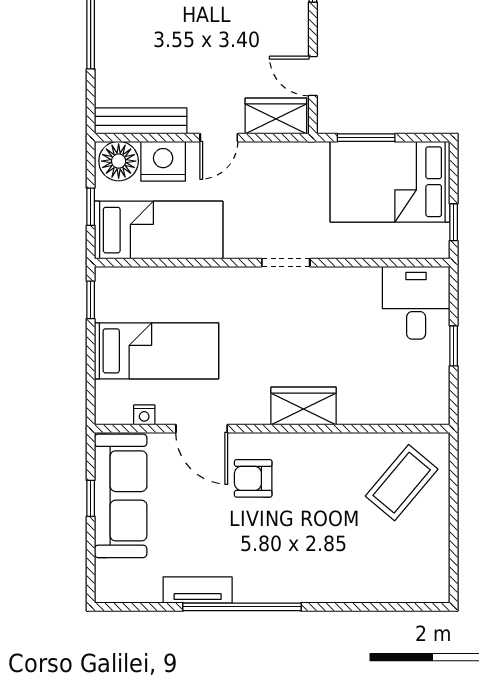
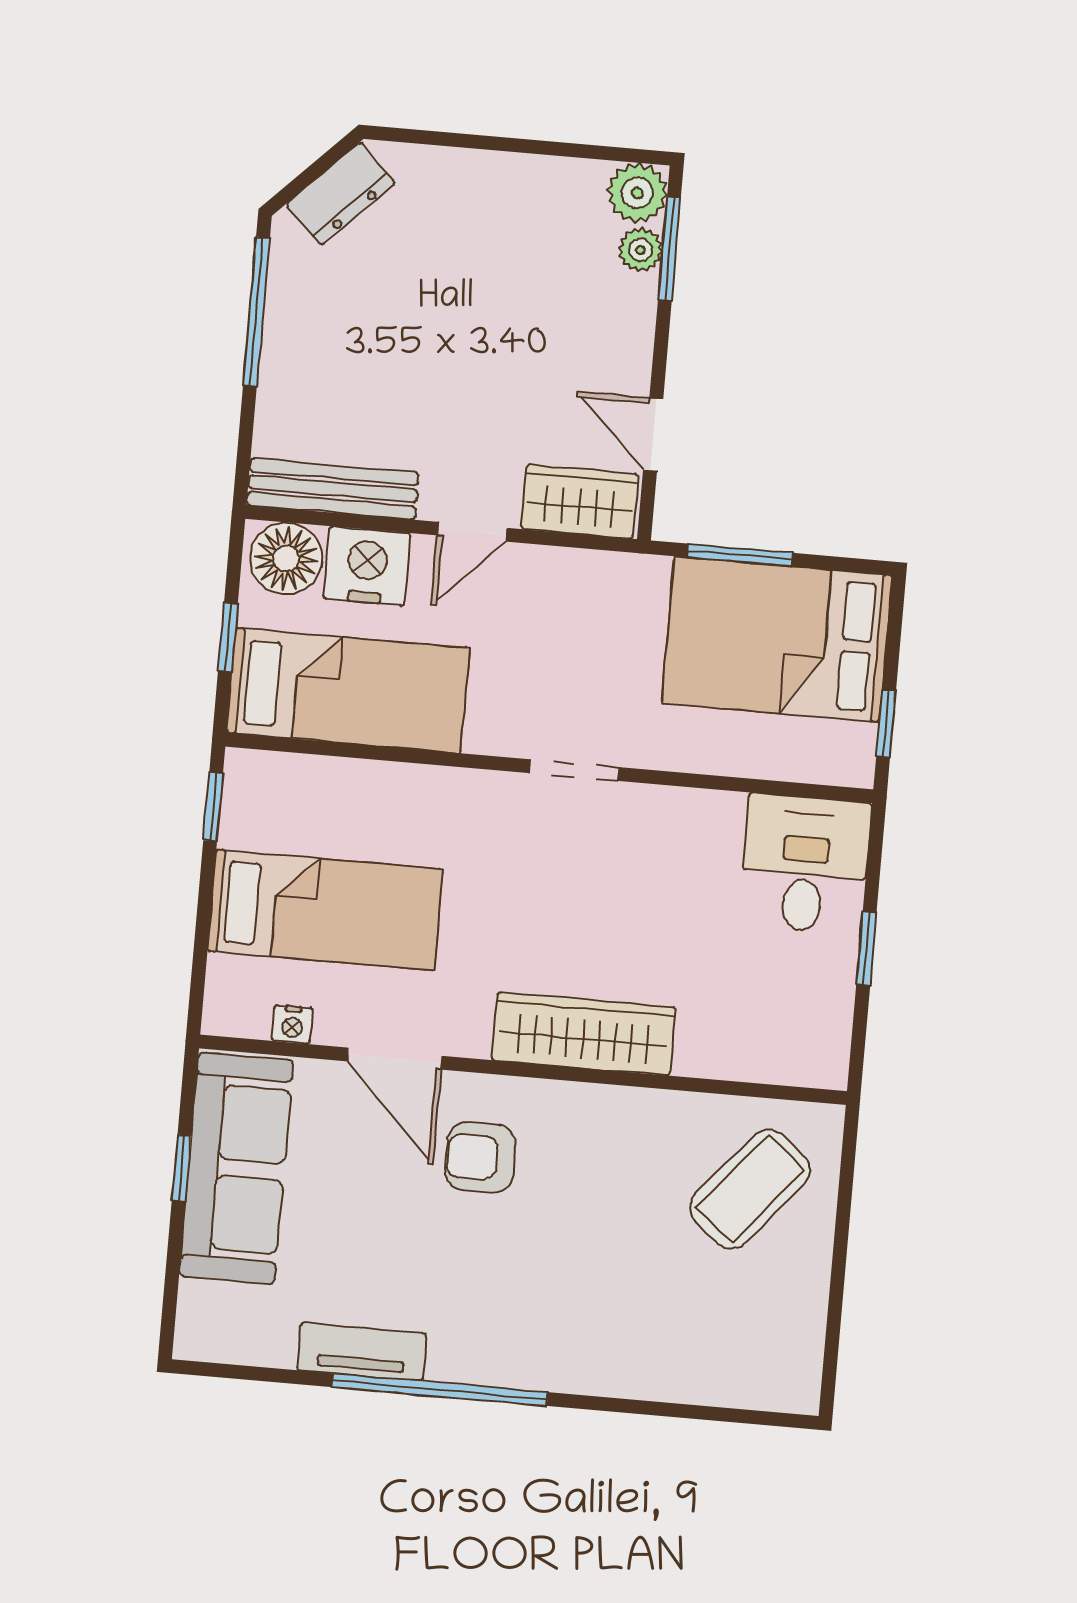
wardrobe: (304, 406) -> (584, 1034), width x1.50

